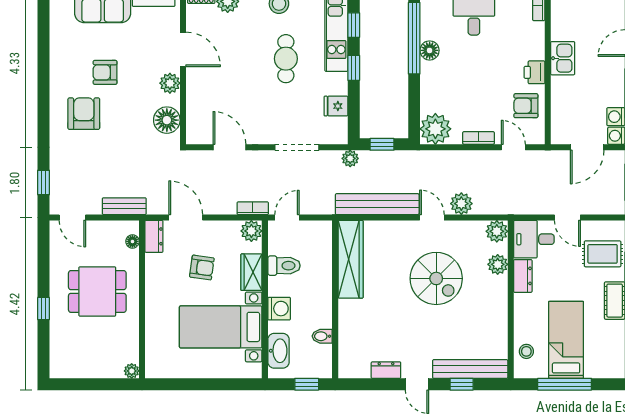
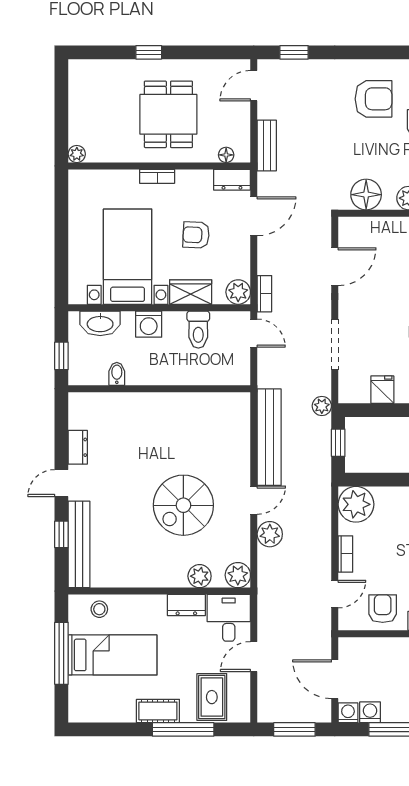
wardrobe: (351, 259) -> (206, 407), removed
armchair: (202, 267) -> (196, 235), turned 85
bookcase: (151, 301) -> (157, 176), added

